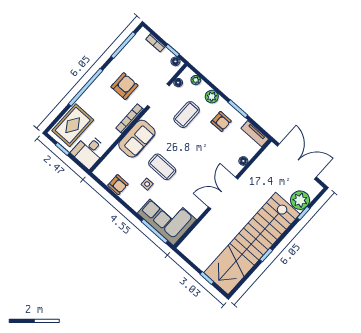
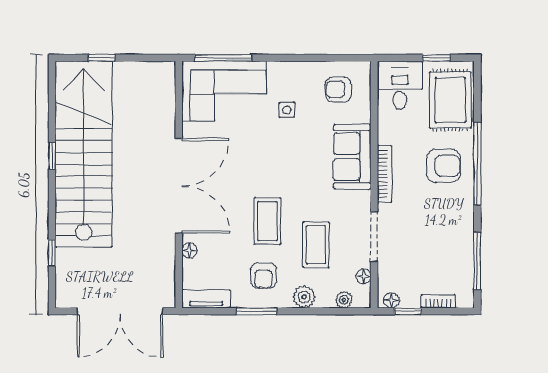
armchair: (124, 86) -> (443, 166), moved, turned -90
armchair: (221, 122) -> (264, 275), turned -90
coffee table: (162, 167) -> (267, 221), moved, turned 90
armchair: (118, 185) -> (338, 90), moved
double door: (223, 193) -> (179, 186), width x1.36
plant: (300, 200) -> (71, 265), removed

